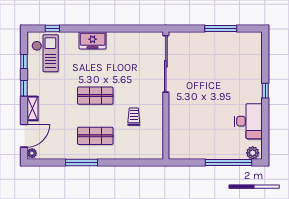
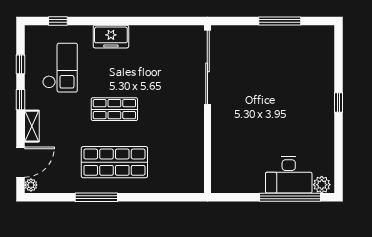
checkout: (45, 53) -> (60, 68), moved
trolley: (134, 117) -> (165, 137), removed
desk: (248, 121) -> (289, 175), moved, turned 90
shop shelf: (95, 136) -> (114, 162), width x1.43, depth x1.36

